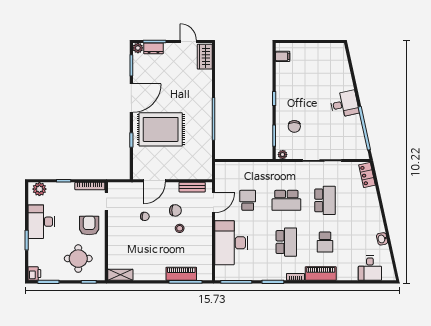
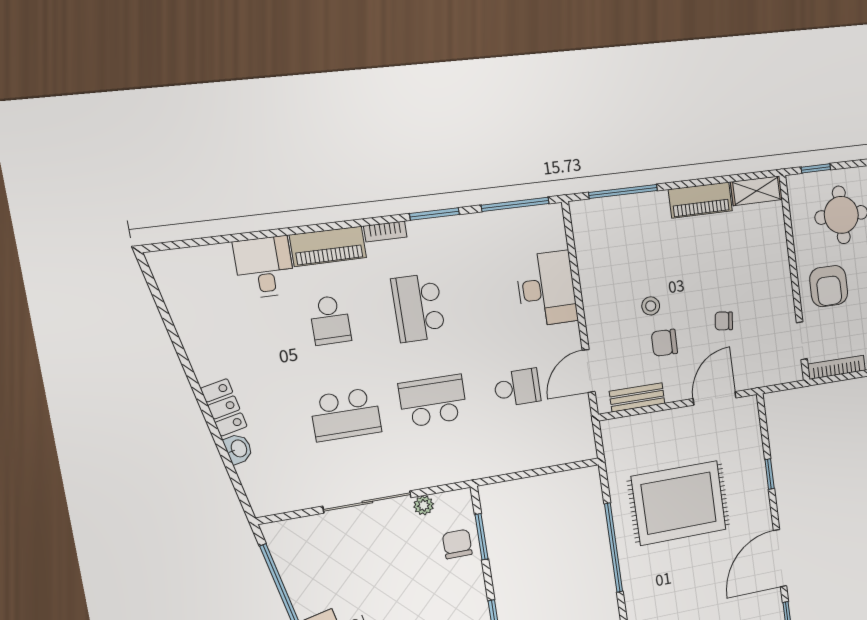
chair: (294, 126) -> (457, 544), moved
rug: (161, 129) -> (679, 503), moved
plant: (283, 155) -> (424, 505), moved
locker: (367, 175) -> (224, 407), moved
school desk: (248, 200) -> (517, 388), turned -90
school desk: (325, 200) -> (346, 415), turned -90
washbasin: (382, 239) -> (238, 449), moved
school desk: (325, 242) -> (330, 320), turned 180
desk: (231, 243) -> (547, 289), width x0.73, depth x0.77
desk: (370, 268) -> (264, 267), moved
piano: (181, 274) -> (700, 200), moved

